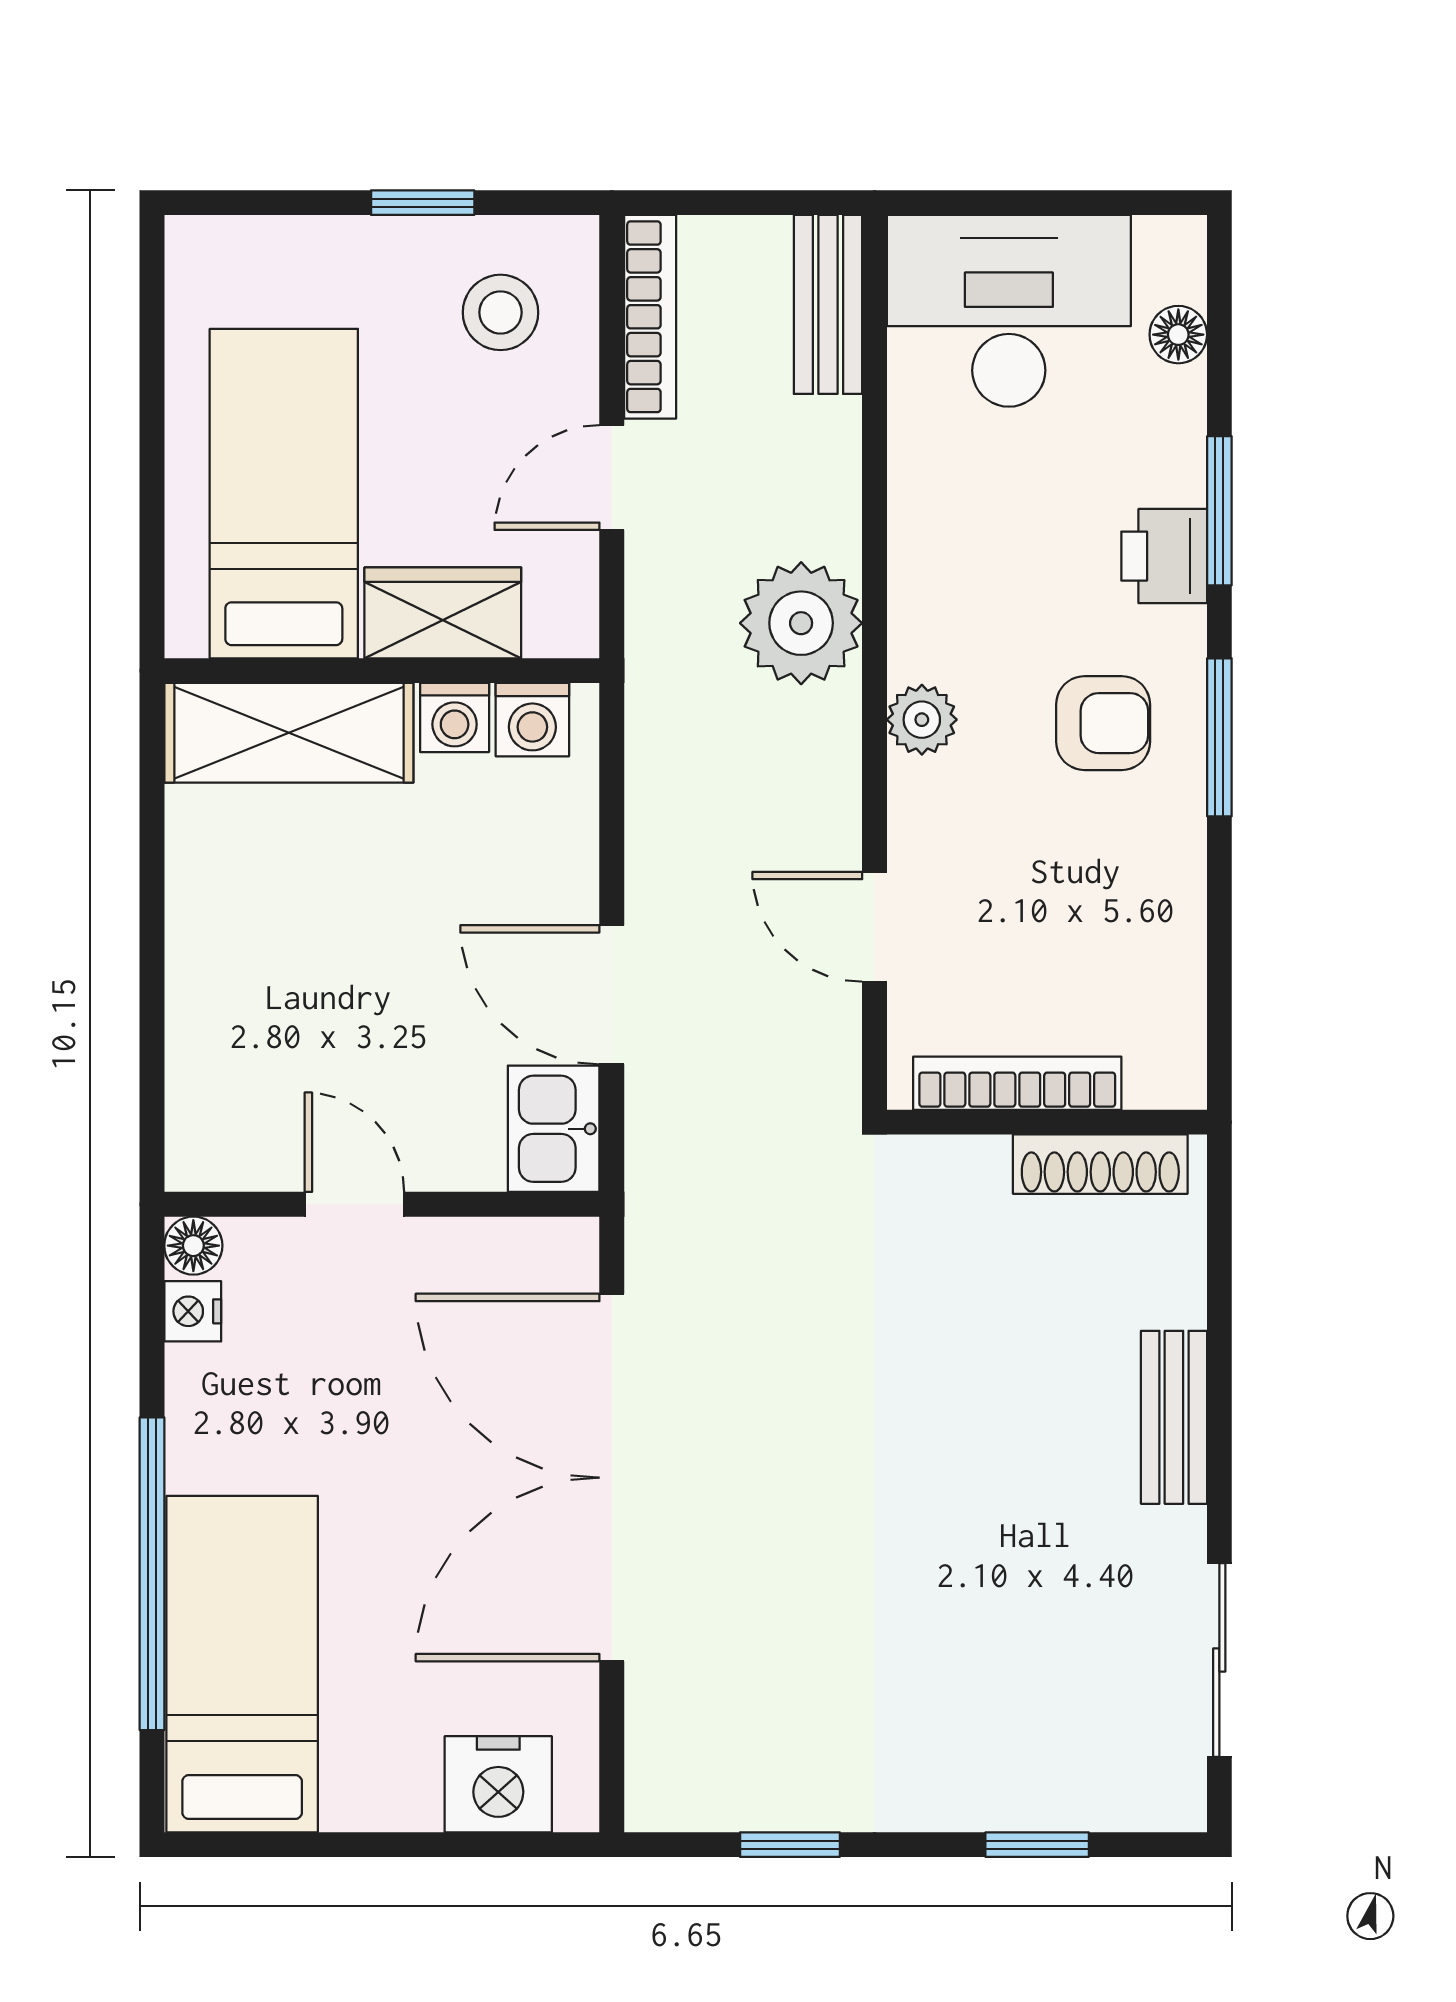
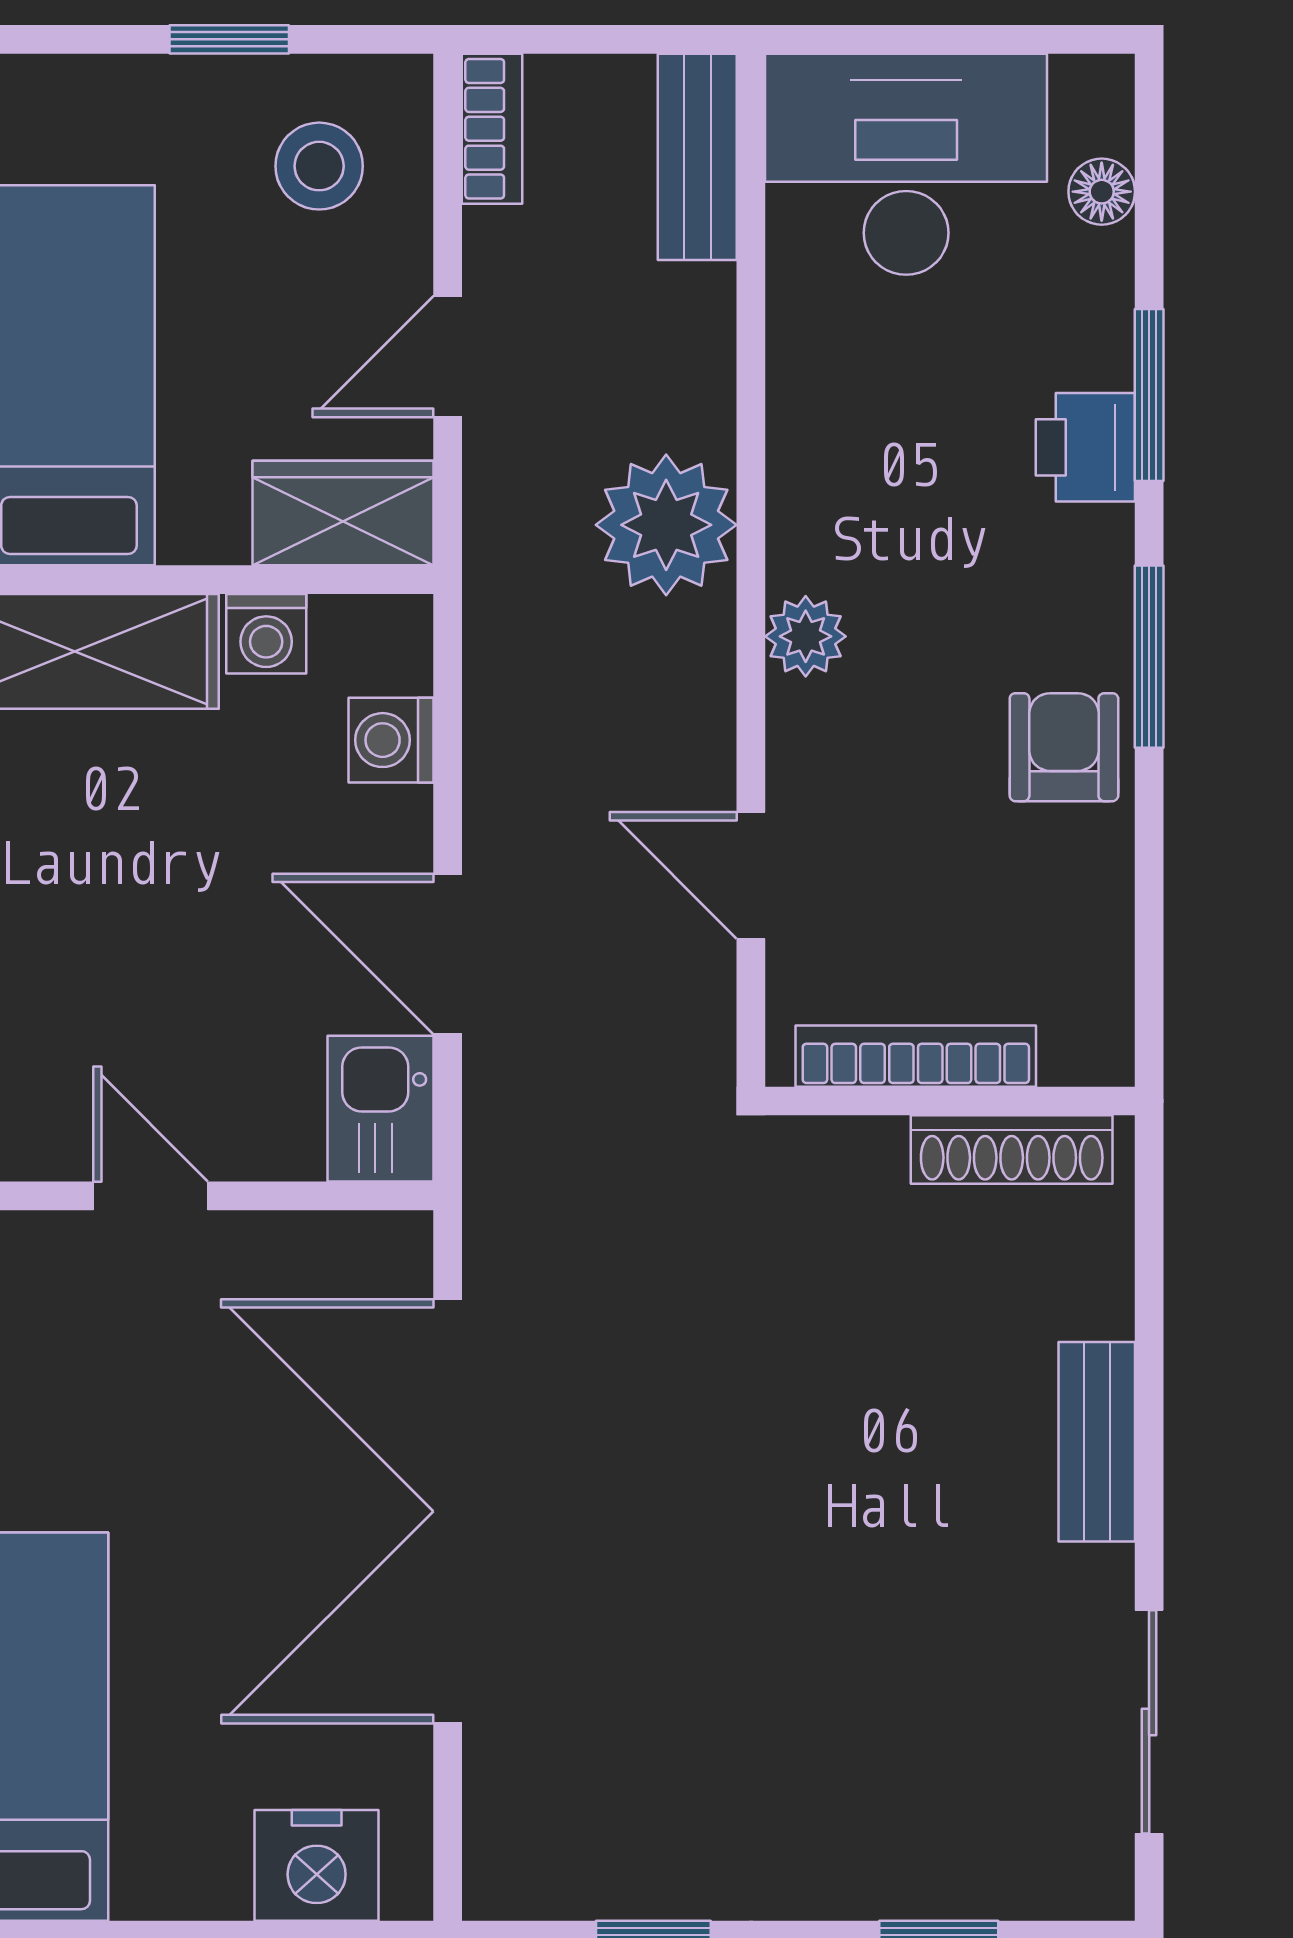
bookcase: (650, 317) -> (492, 129), width x0.64
wardrobe: (443, 613) -> (343, 513), moved
washing machine: (532, 720) -> (391, 740), moved, turned 90
armchair: (1103, 723) -> (1064, 747), moved, turned -90

